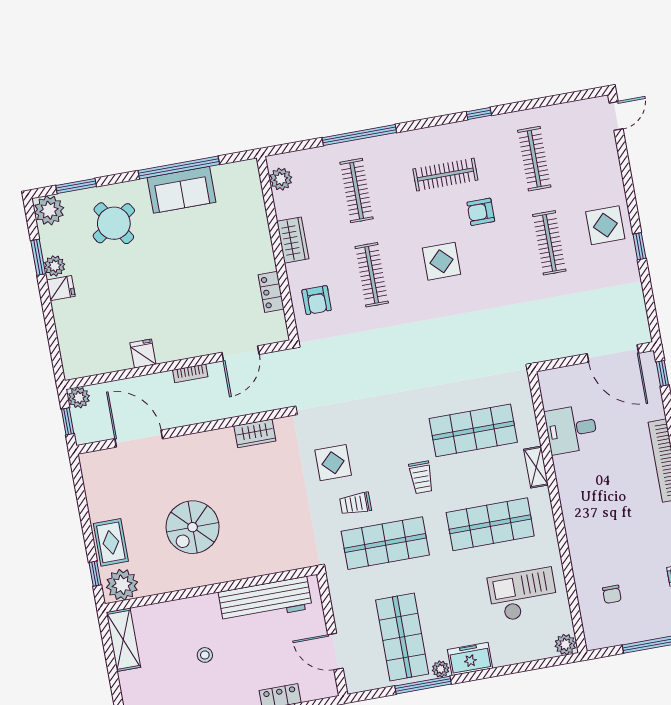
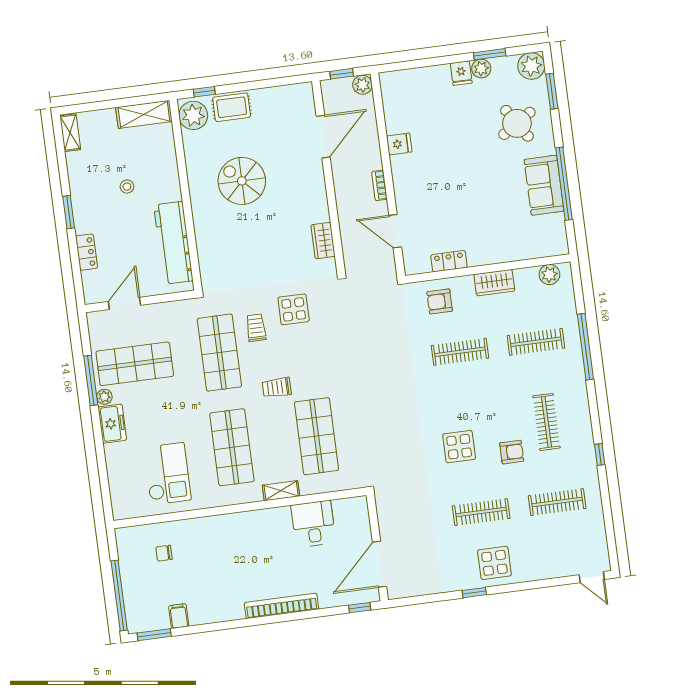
armchair: (481, 212) -> (512, 452), turned 90
display table: (442, 261) -> (459, 447), moved
plant: (565, 644) -> (121, 509), removed

